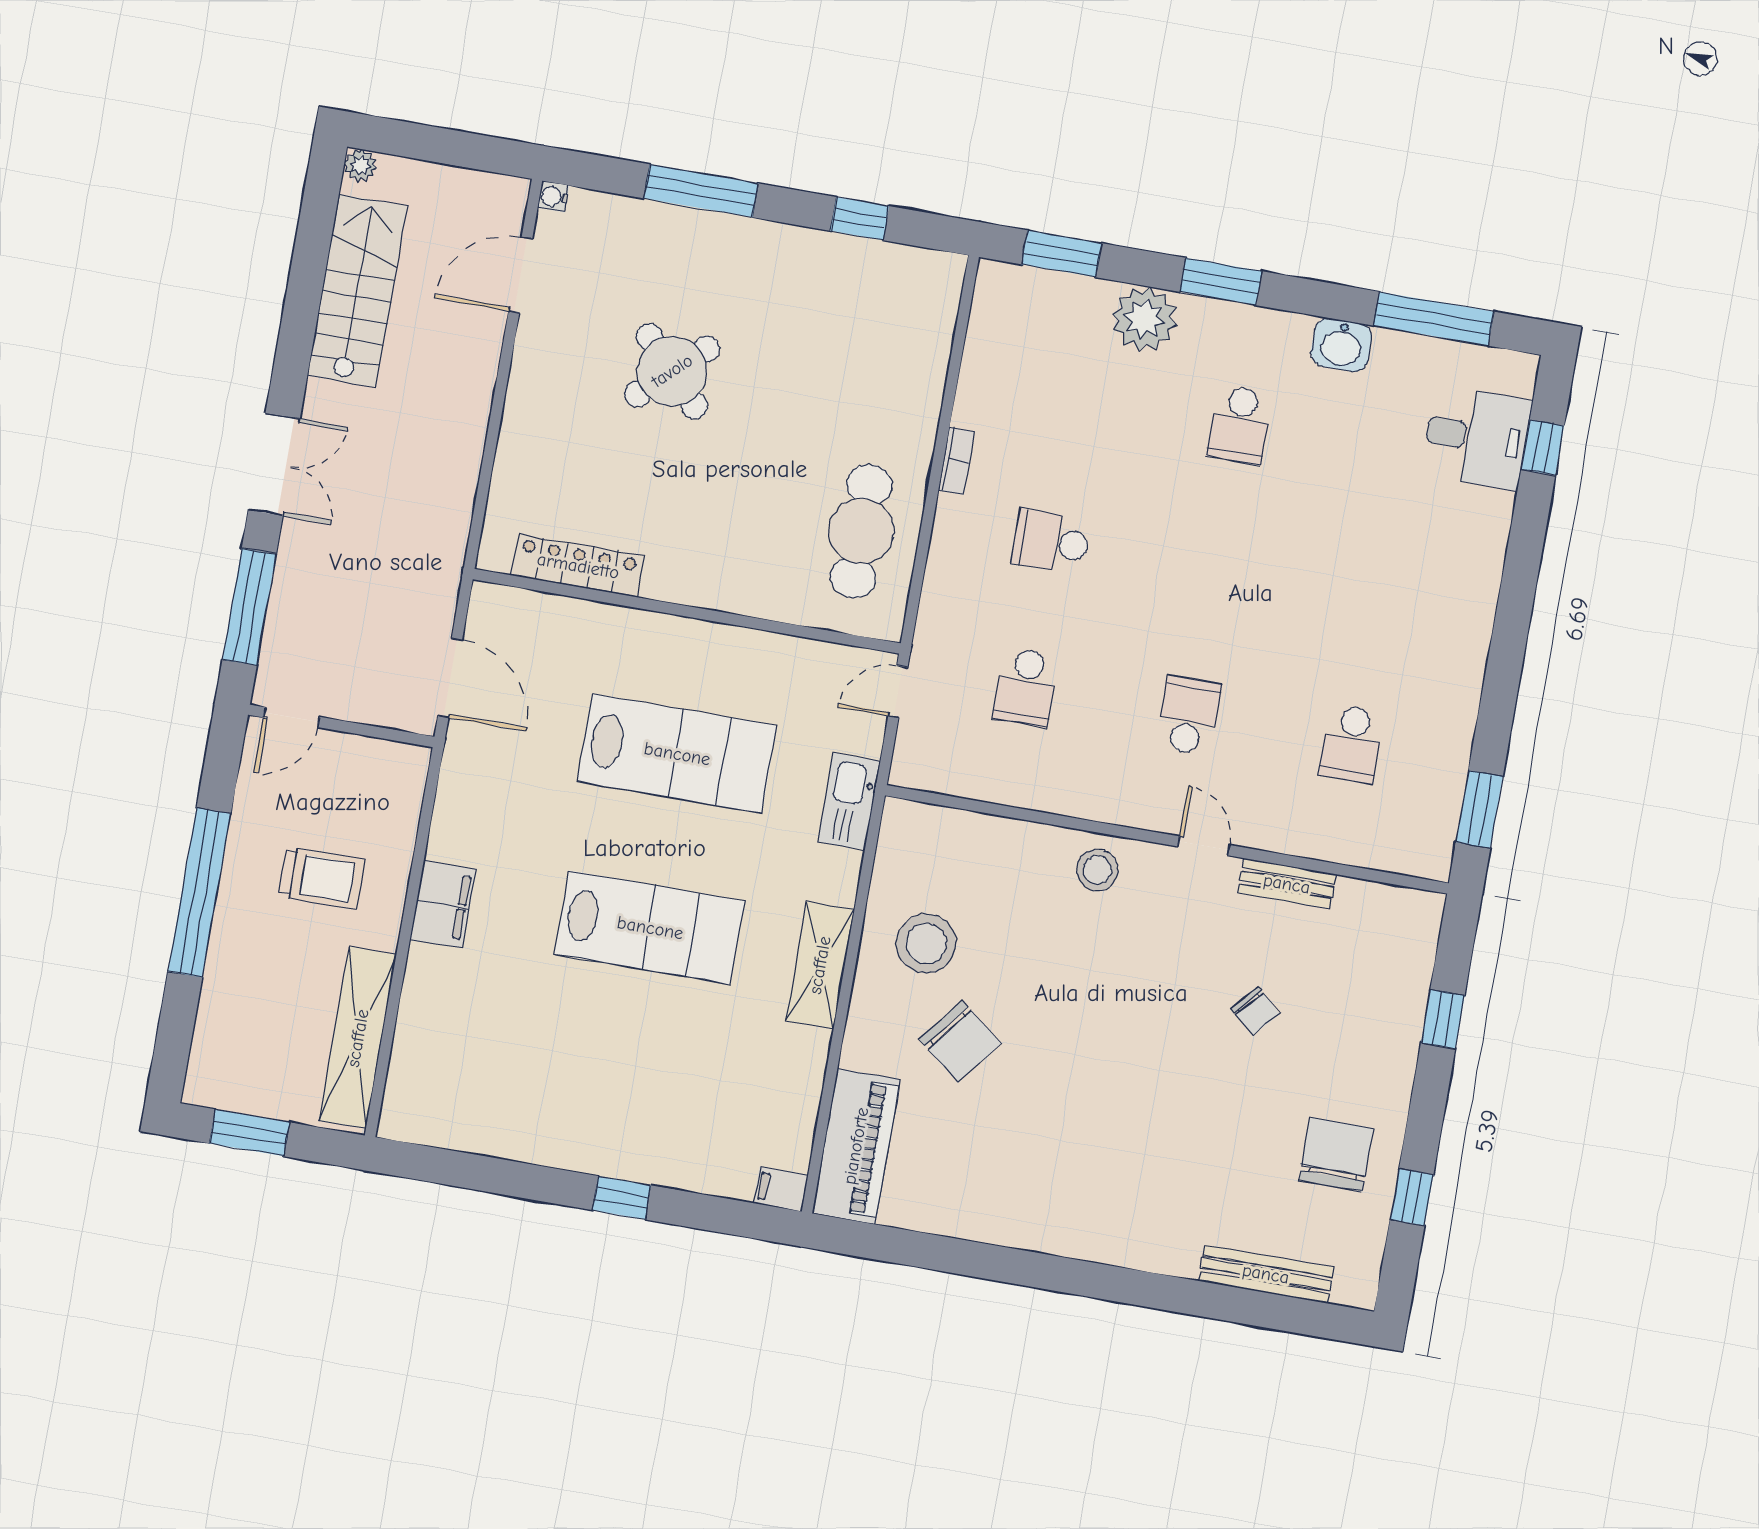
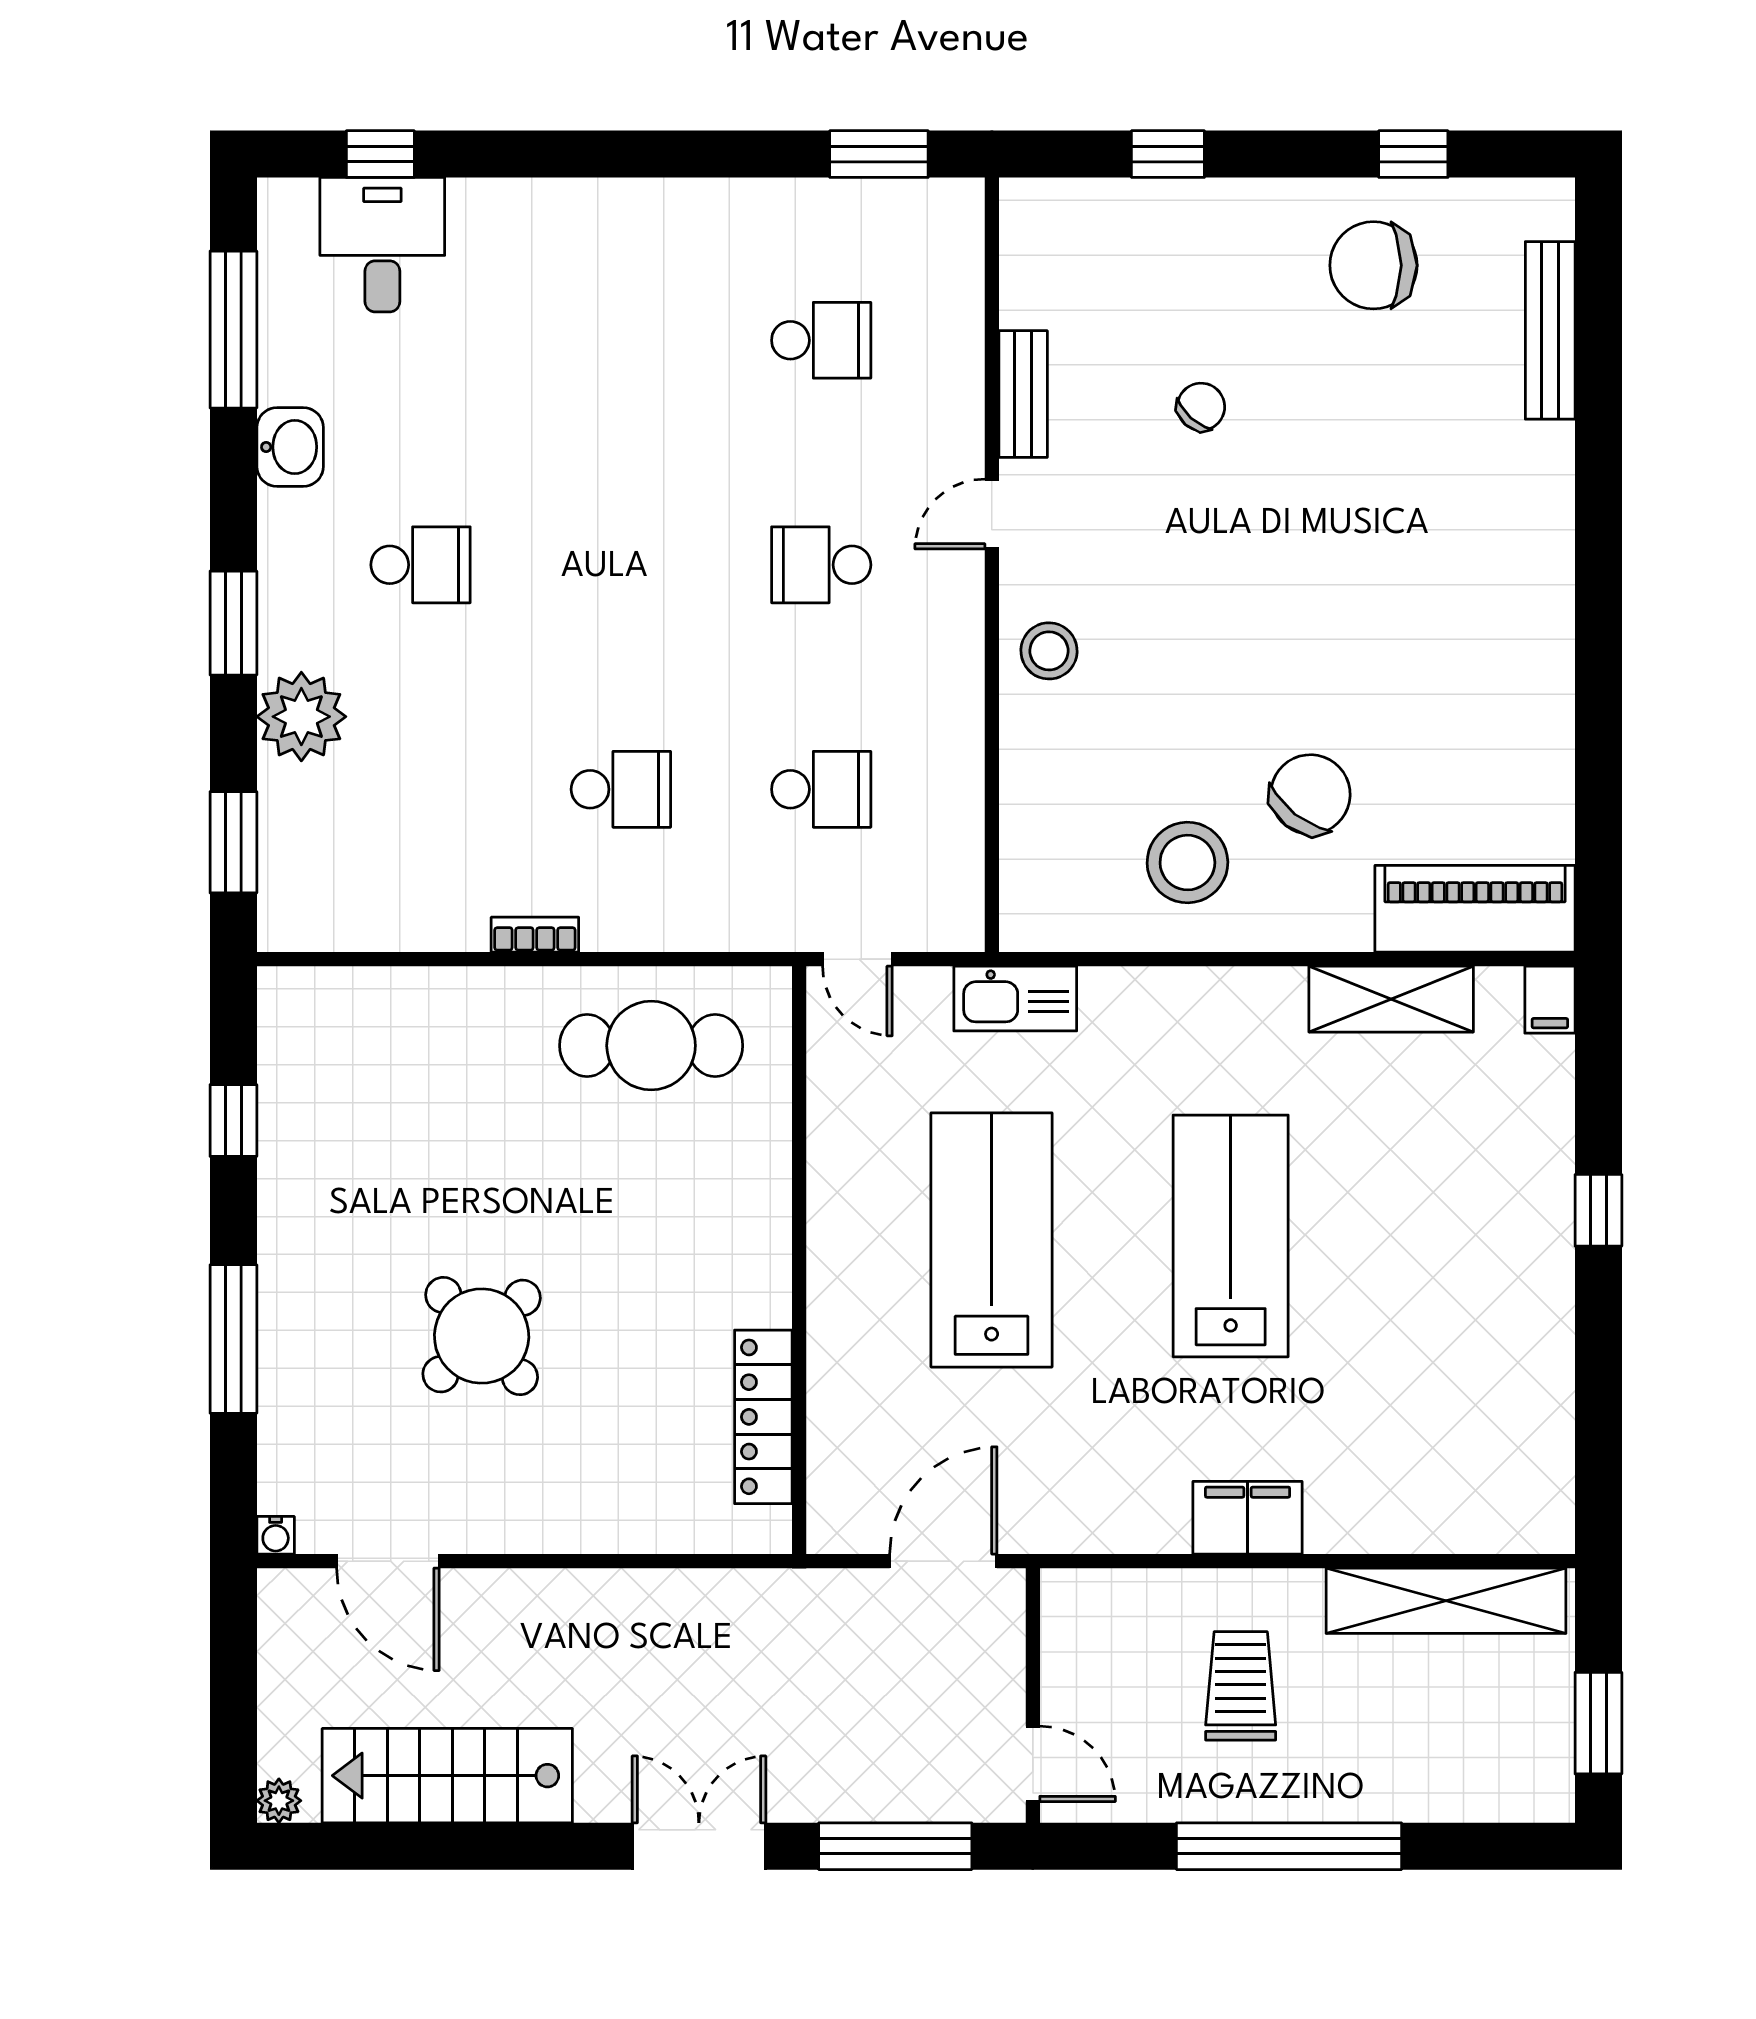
school desk: (1051, 542) -> (621, 789), turned -90
shelving: (820, 965) -> (1391, 999), moved

